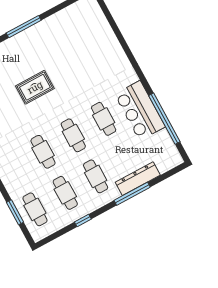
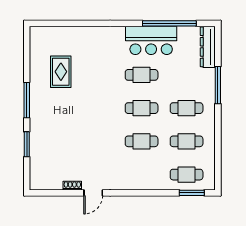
rug: (35, 87) -> (61, 72), moved
dresser: (138, 179) -> (208, 47), moved
window: (15, 212) -> (192, 193), moved
window: (83, 220) -> (218, 139), removed

